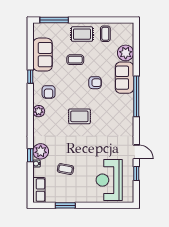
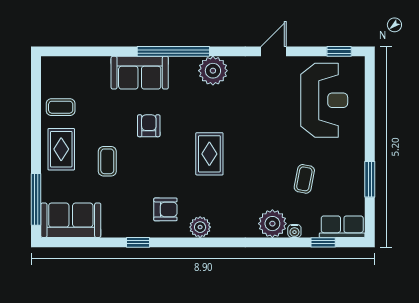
plant: (126, 53) -> (213, 71), moved
sofa: (43, 55) -> (71, 220), moved
window: (30, 155) -> (323, 242), moved
window: (136, 174) -> (339, 51), moved
reception desk: (109, 180) -> (324, 100), turned -90

